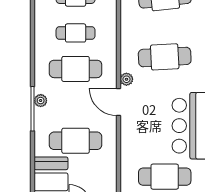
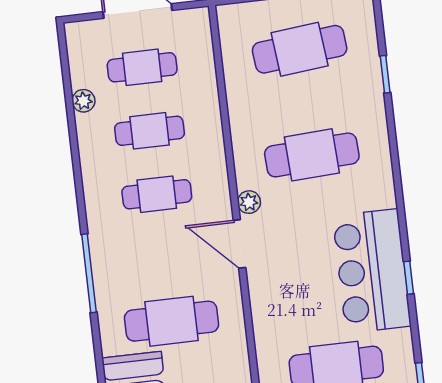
cafe table: (76, 69) -> (157, 194), width x0.73, depth x0.74
plant: (41, 101) -> (83, 101), moved

